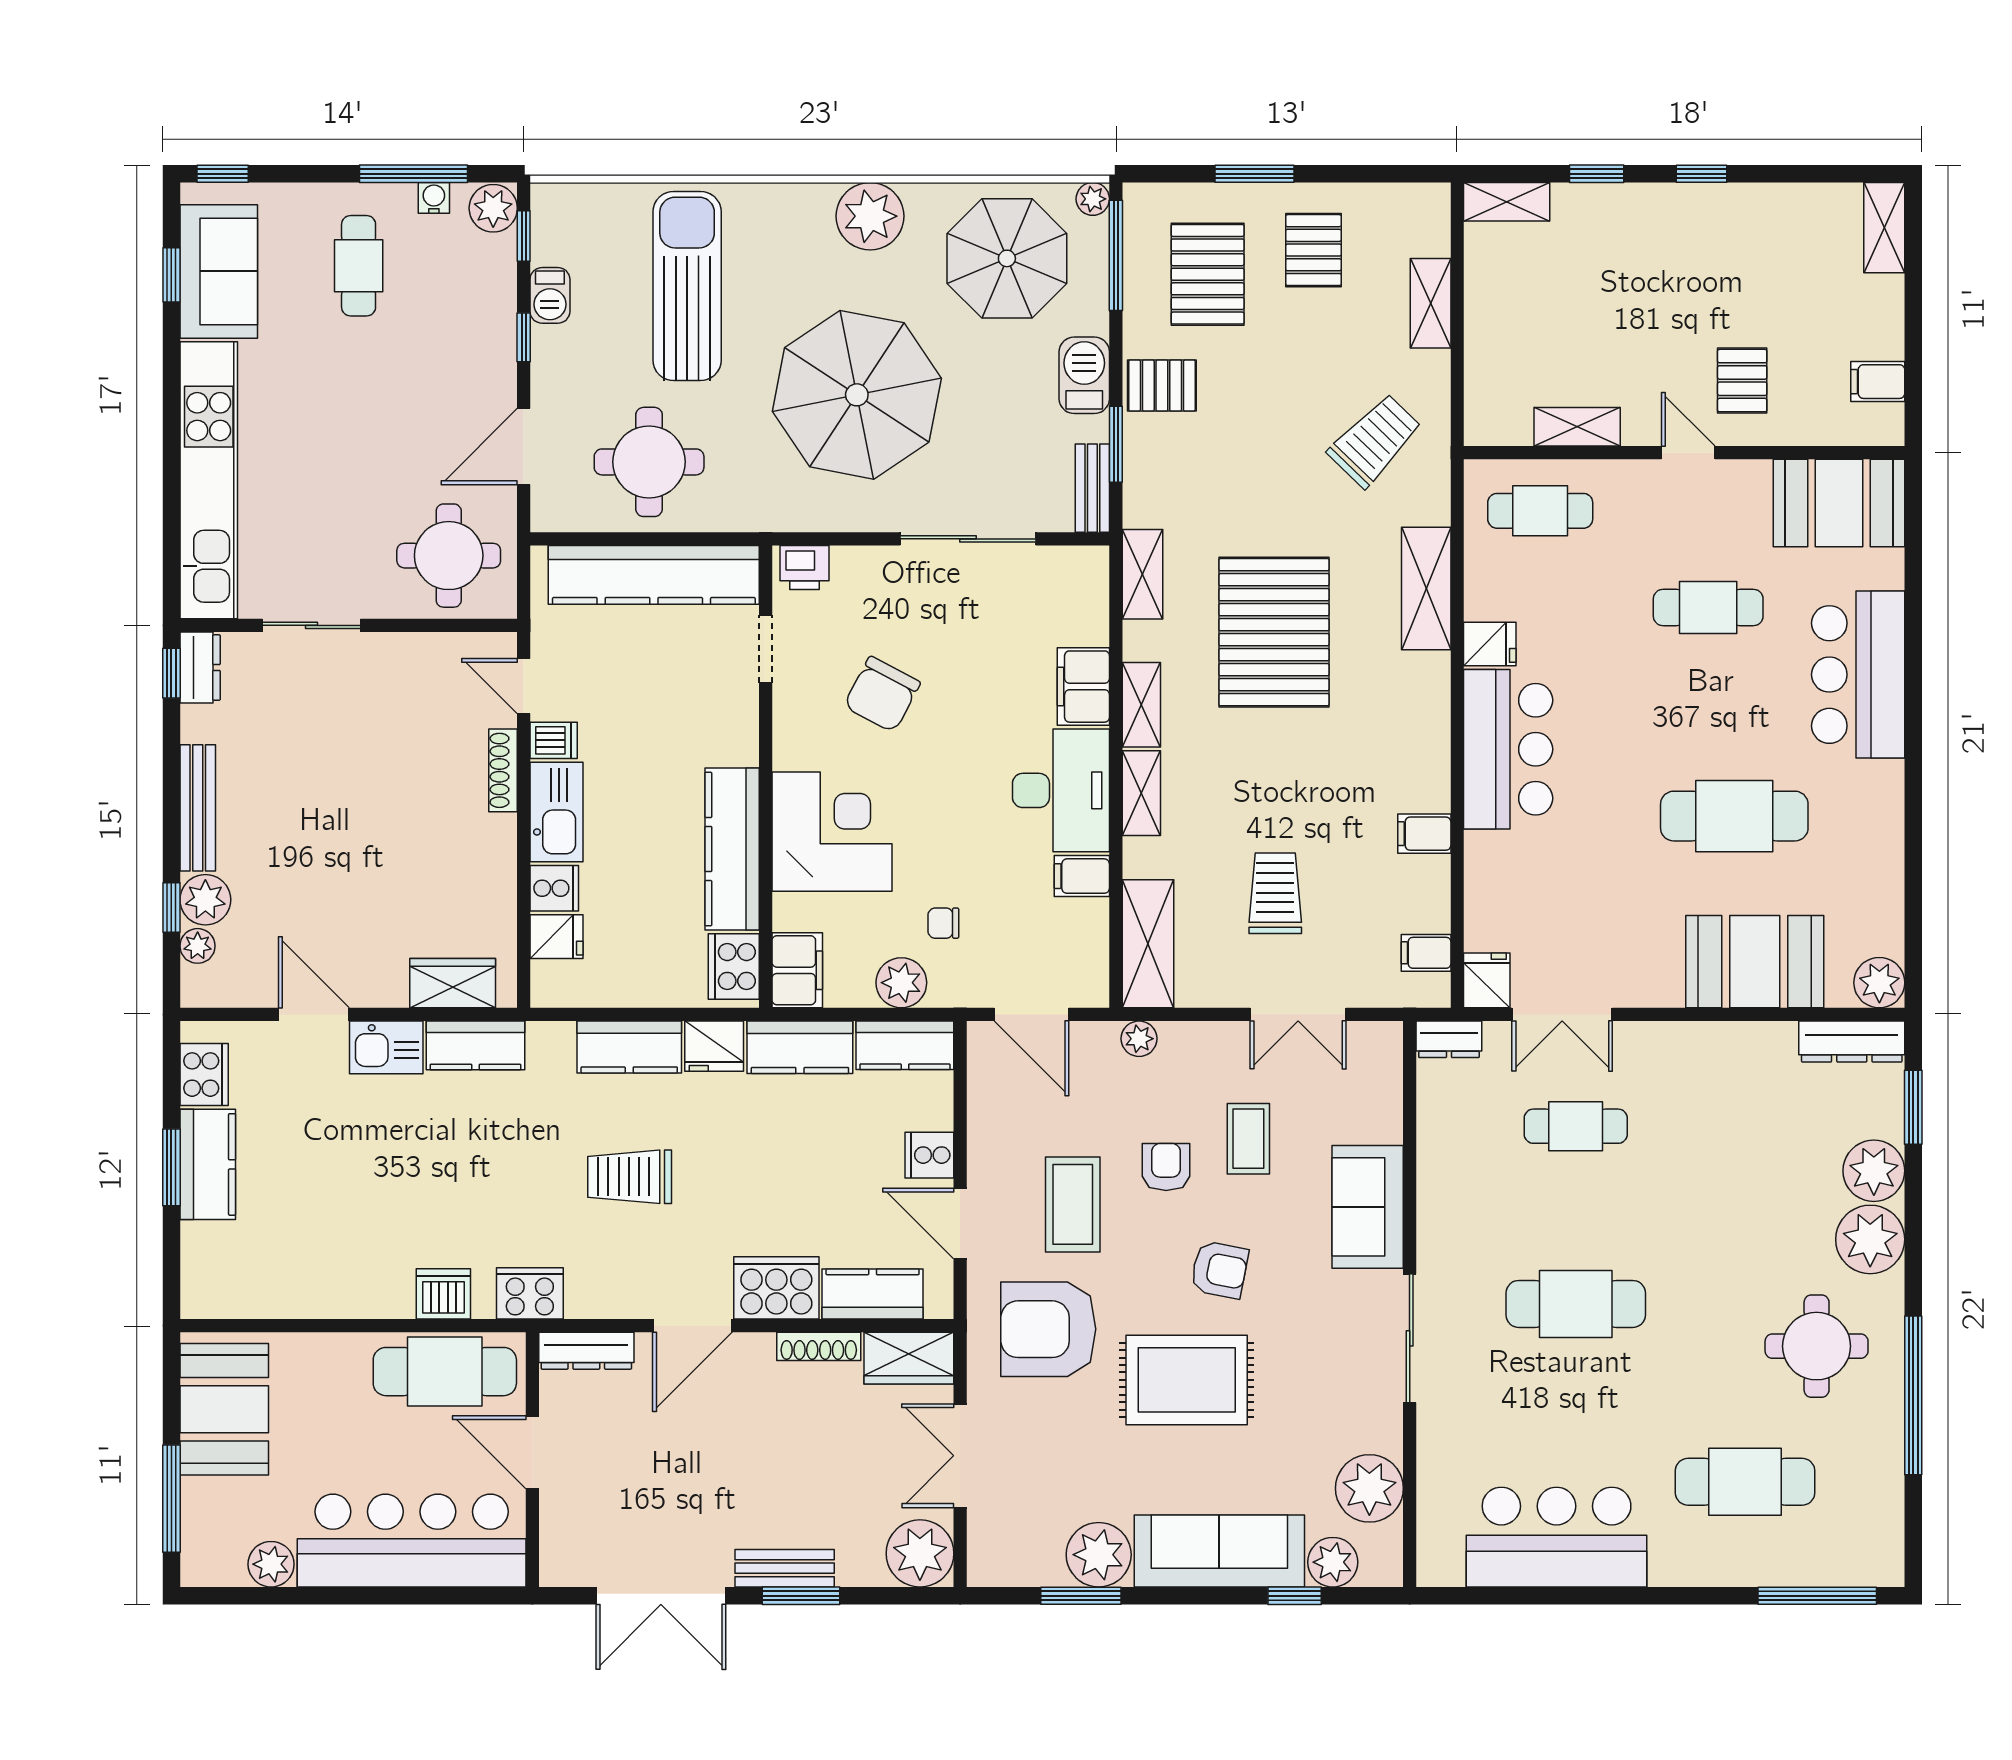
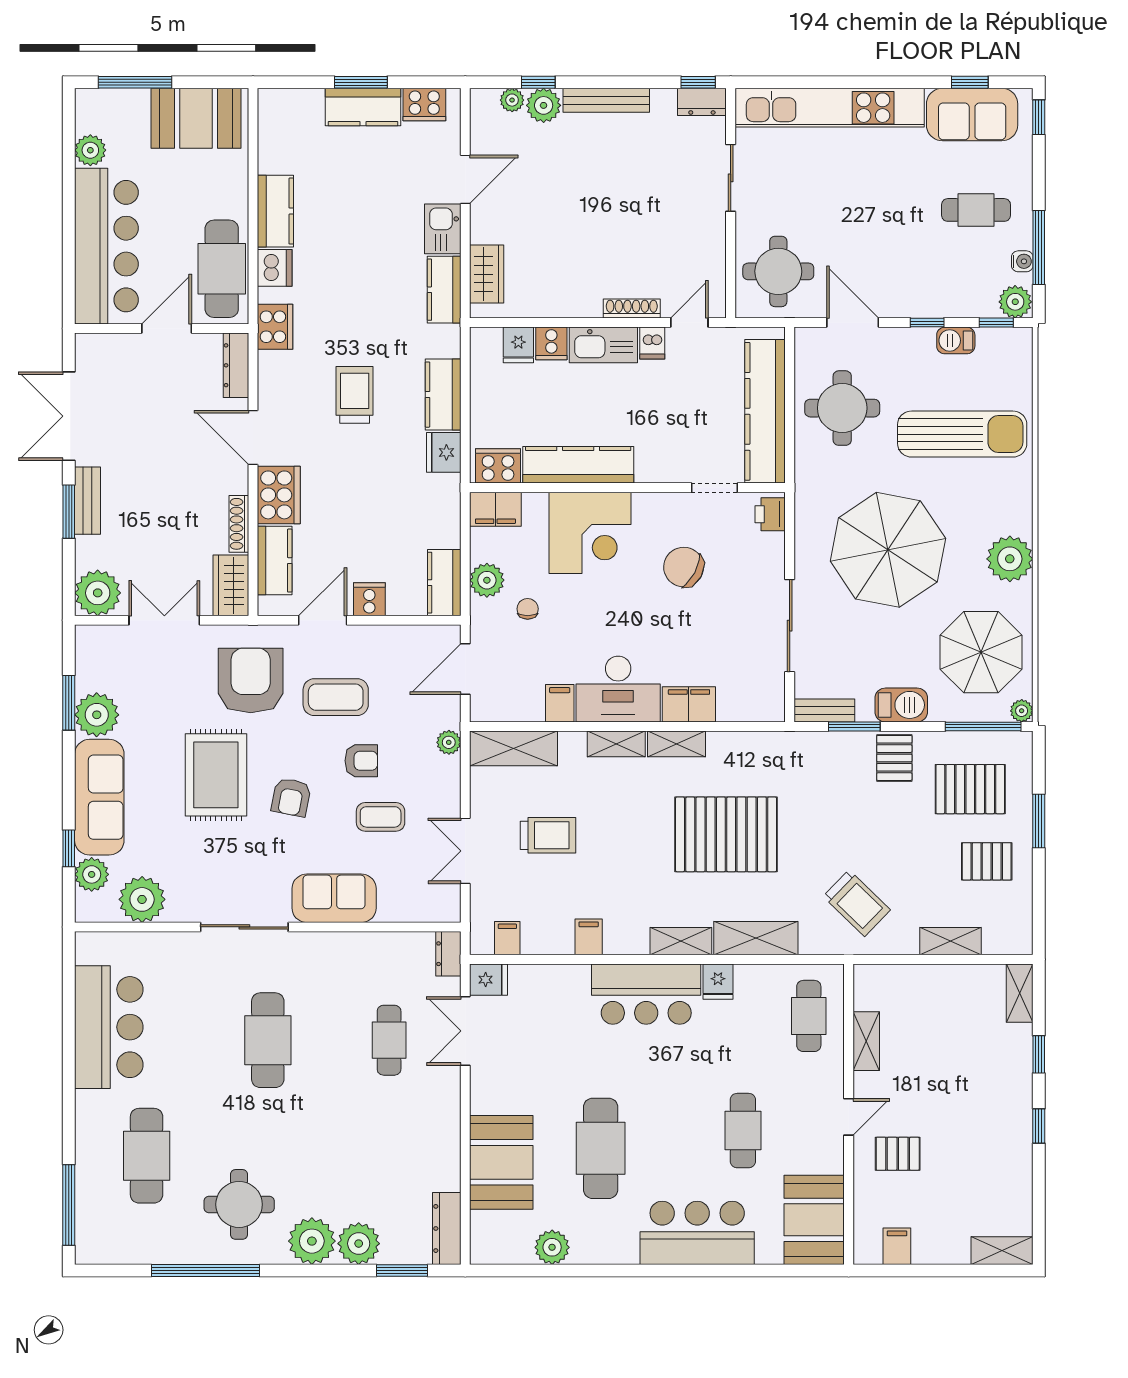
shelving: (1143, 574) -> (681, 941), moved
plant: (1879, 983) -> (552, 1247), moved
kitchen counter: (800, 1047) -> (275, 211), moved, turned 180

